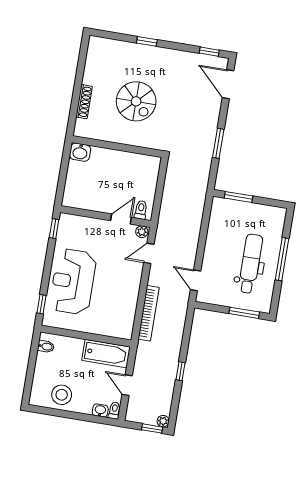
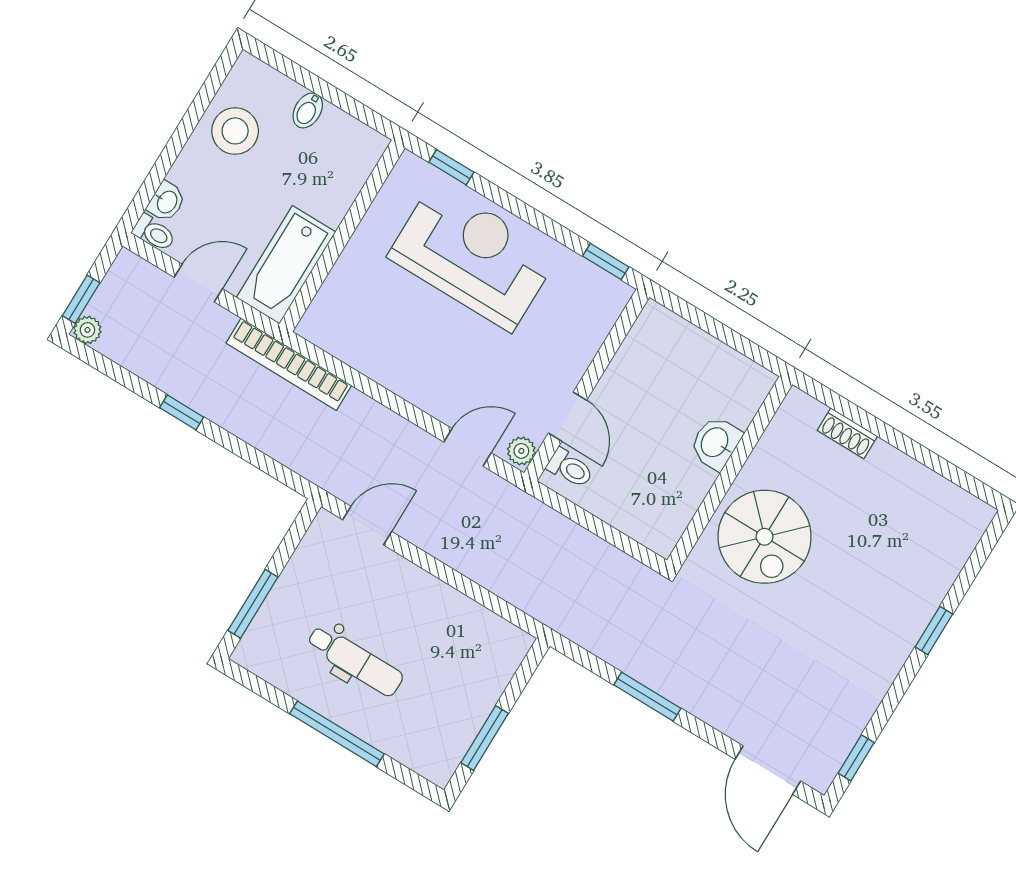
door: (228, 84) -> (768, 770), swing flipped
spiral stairs: (136, 101) -> (765, 537), moved, turned -90
shoe rack: (84, 102) -> (847, 433), width x0.70
washbasin: (80, 152) -> (716, 443), moved
window: (239, 197) -> (485, 738), moved
door: (149, 253) -> (467, 447), hinge flipped
dental chair: (250, 264) -> (355, 661), width x0.73, depth x0.72
bookcase: (149, 313) -> (289, 364), moved
bidet: (46, 346) -> (308, 110), moved

